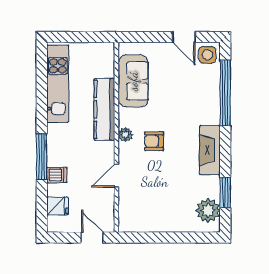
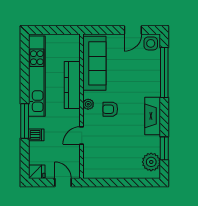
door: (184, 37) -> (133, 30), hinge flipped
sofa: (133, 81) -> (94, 63), width x1.36
kitchen unit: (58, 84) -> (37, 76), width x1.36
fridge: (58, 206) -> (37, 172), moved

